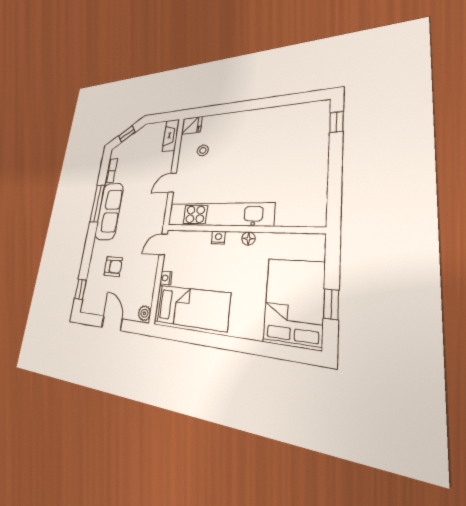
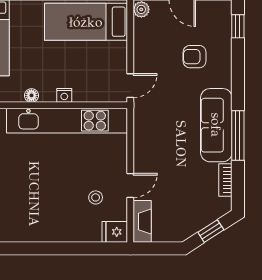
door: (172, 183) -> (130, 186), moved
nightstand: (166, 278) -> (121, 49), removed

